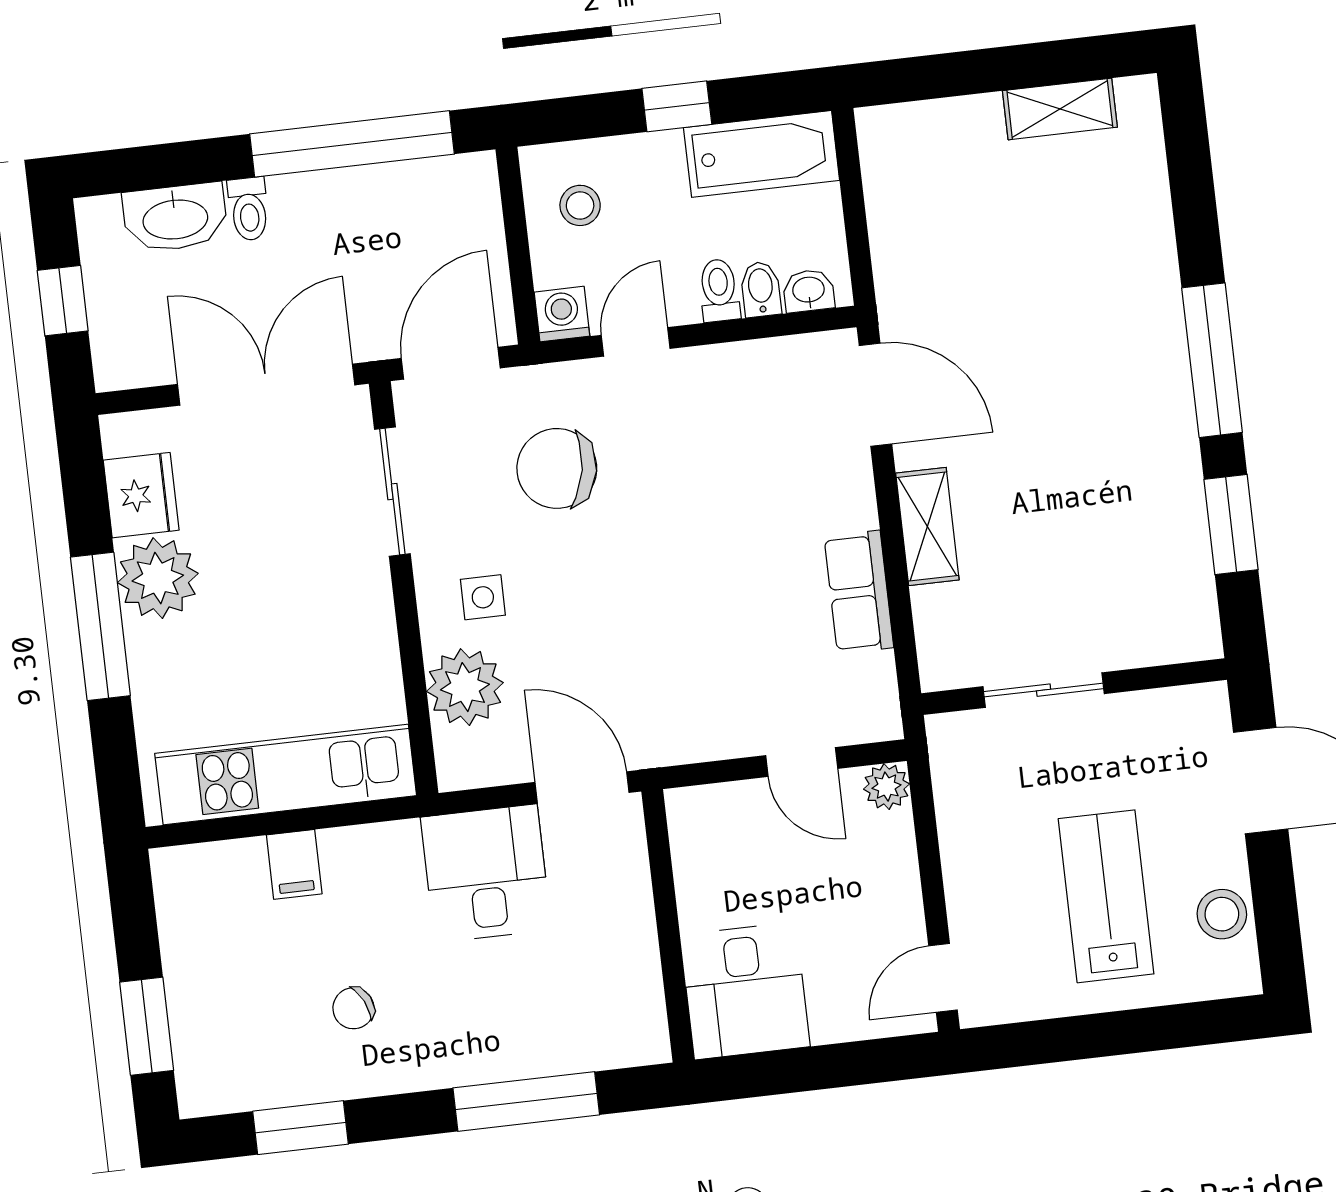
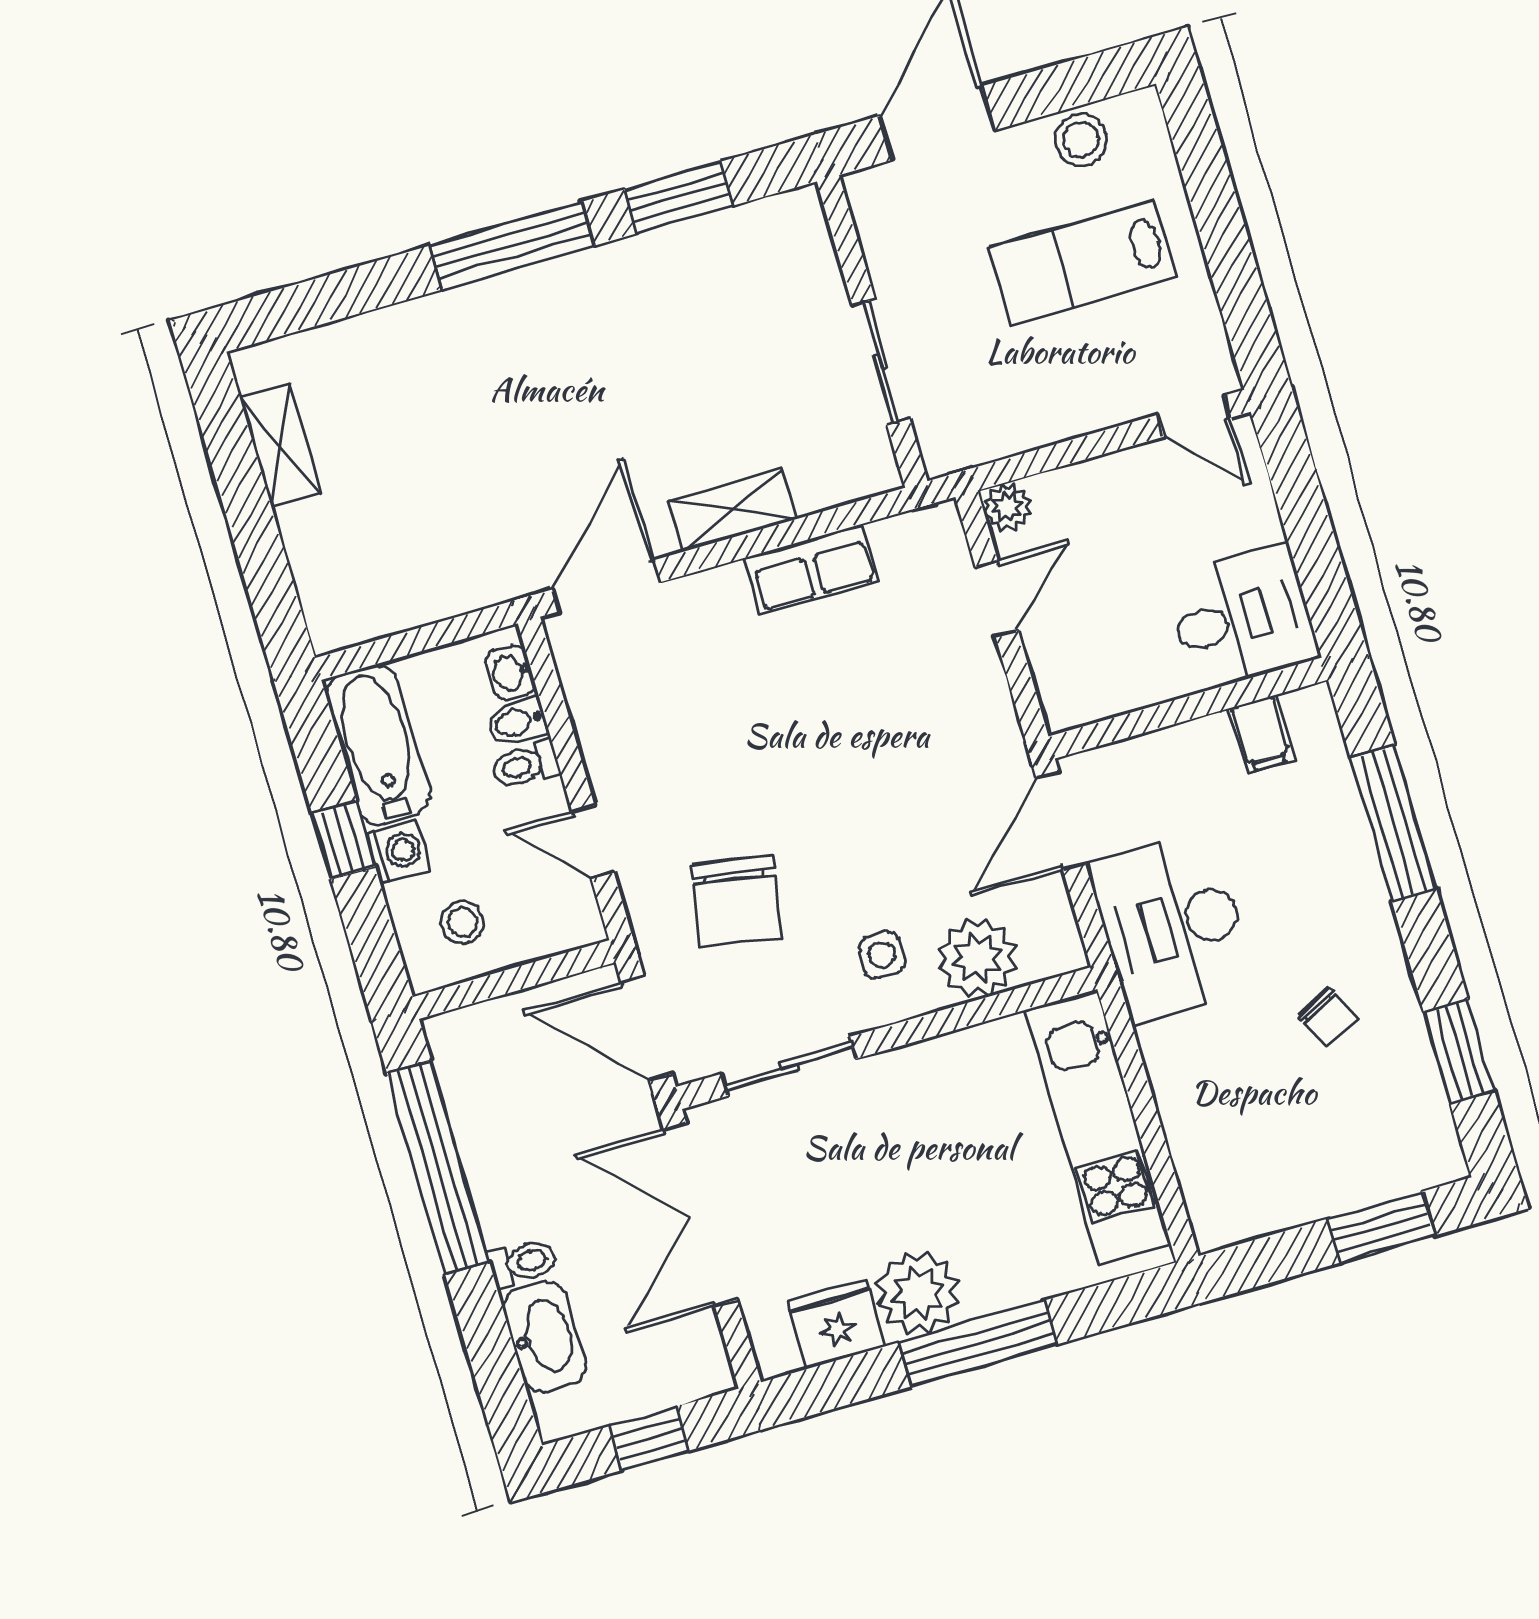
washing machine: (562, 314) -> (398, 852), moved, turned 180
filing cabinet: (294, 864) -> (1262, 734), moved, turned 90
desk: (486, 873) -> (1172, 926), width x1.37

